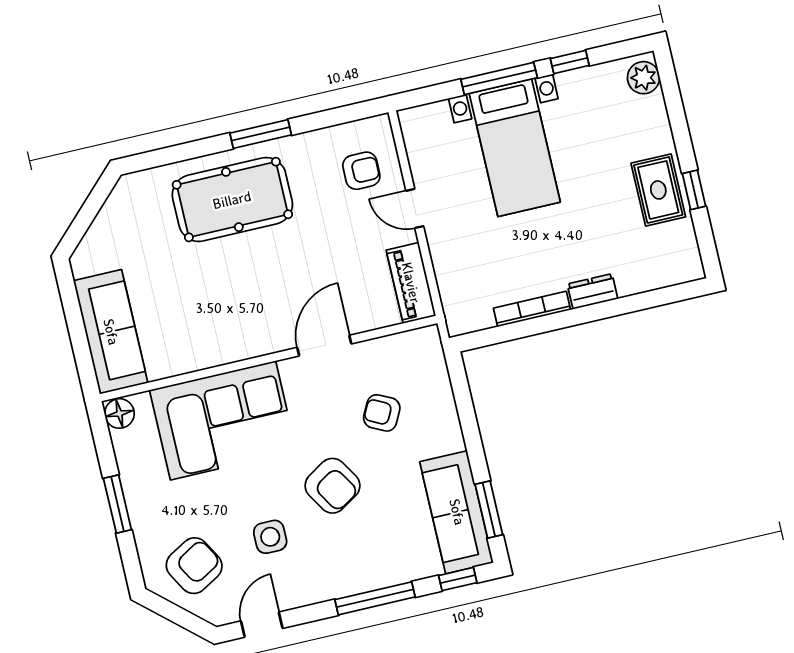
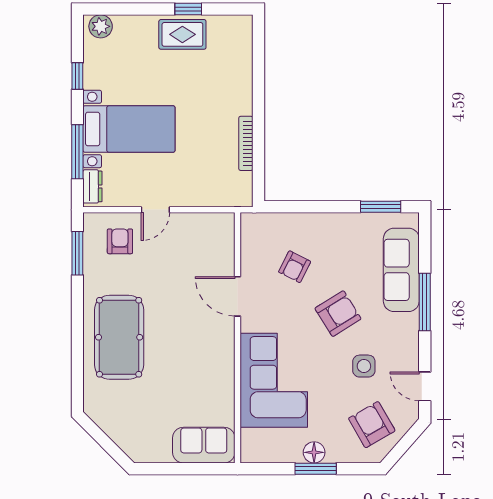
window: (499, 78) -> (77, 152), moved
window: (261, 134) -> (77, 253), moved
piano: (411, 283) -> (207, 225), removed
dresser: (593, 291) -> (92, 186), moved, turned 180
sofa: (111, 332) -> (204, 445), width x0.73
floor lamp: (119, 413) -> (314, 452), moved
sofa: (457, 512) -> (401, 270), moved, turned 90
window: (458, 579) -> (425, 240), removed

